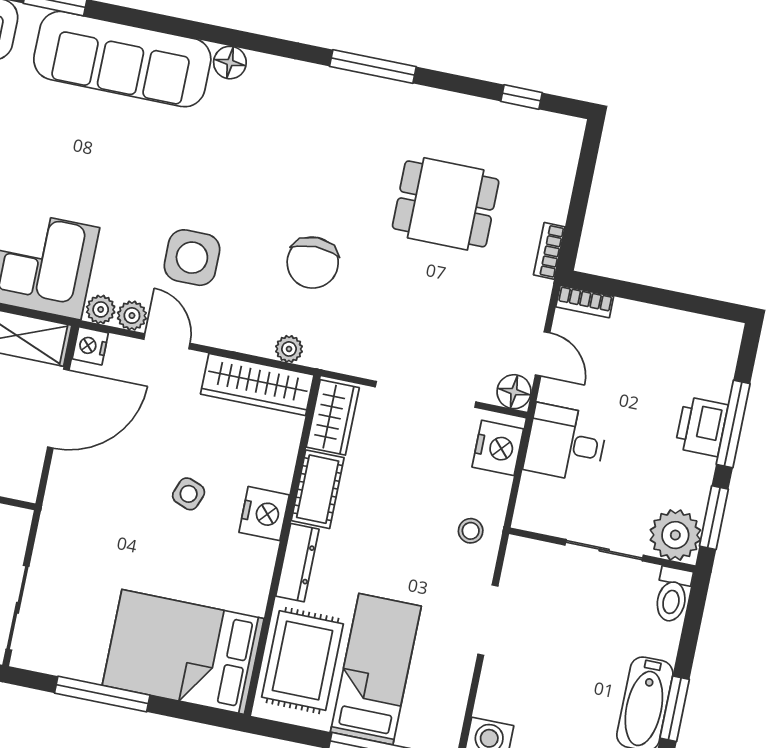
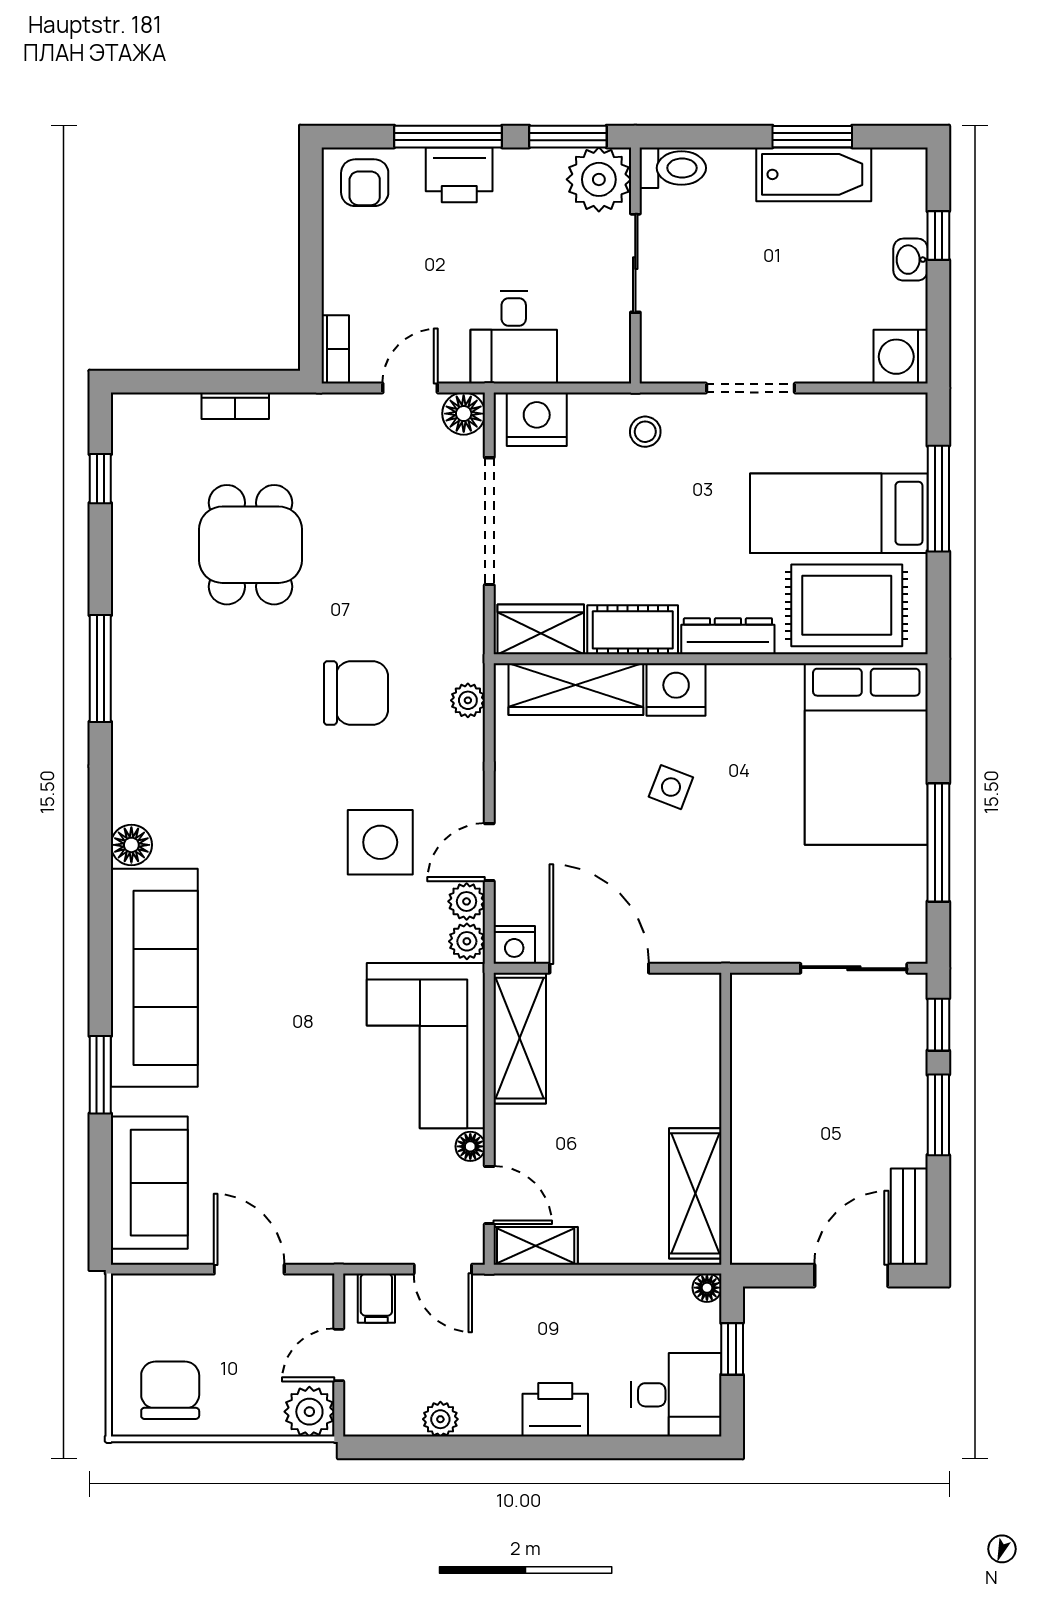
bookcase: (549, 251) -> (235, 406), moved
armchair: (710, 351) -> (365, 183), added
wardrobe: (257, 385) -> (576, 689), moved, turned 90

